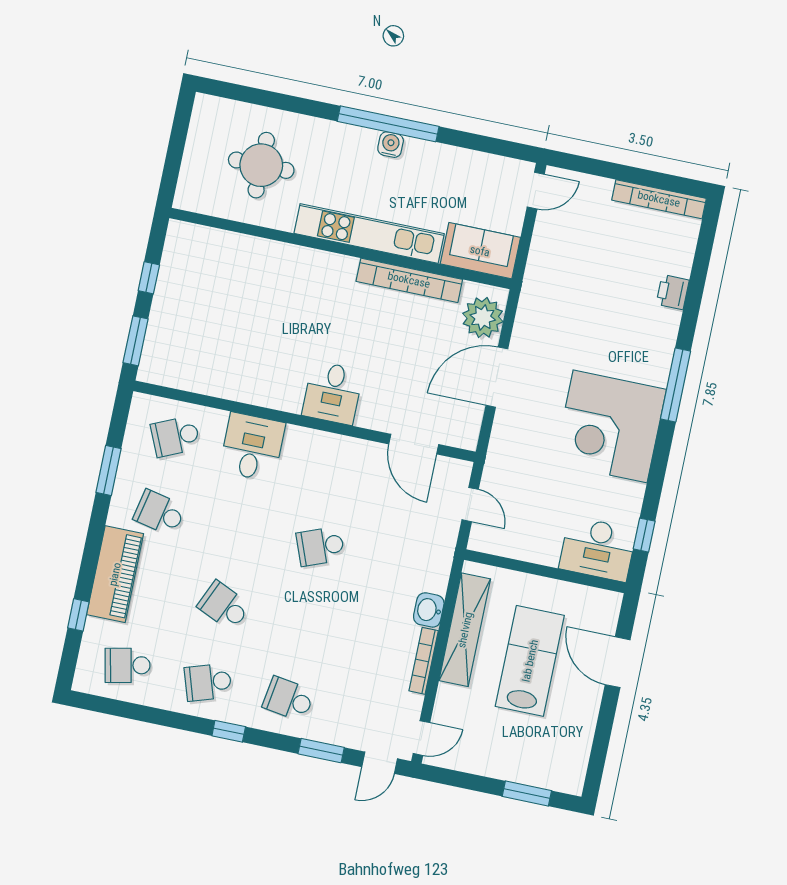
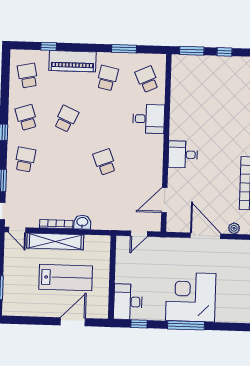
plant: (483, 318) -> (234, 228), width x0.53, depth x0.53
window: (676, 385) -> (186, 325), moved
shelving: (465, 630) -> (55, 241), moved

